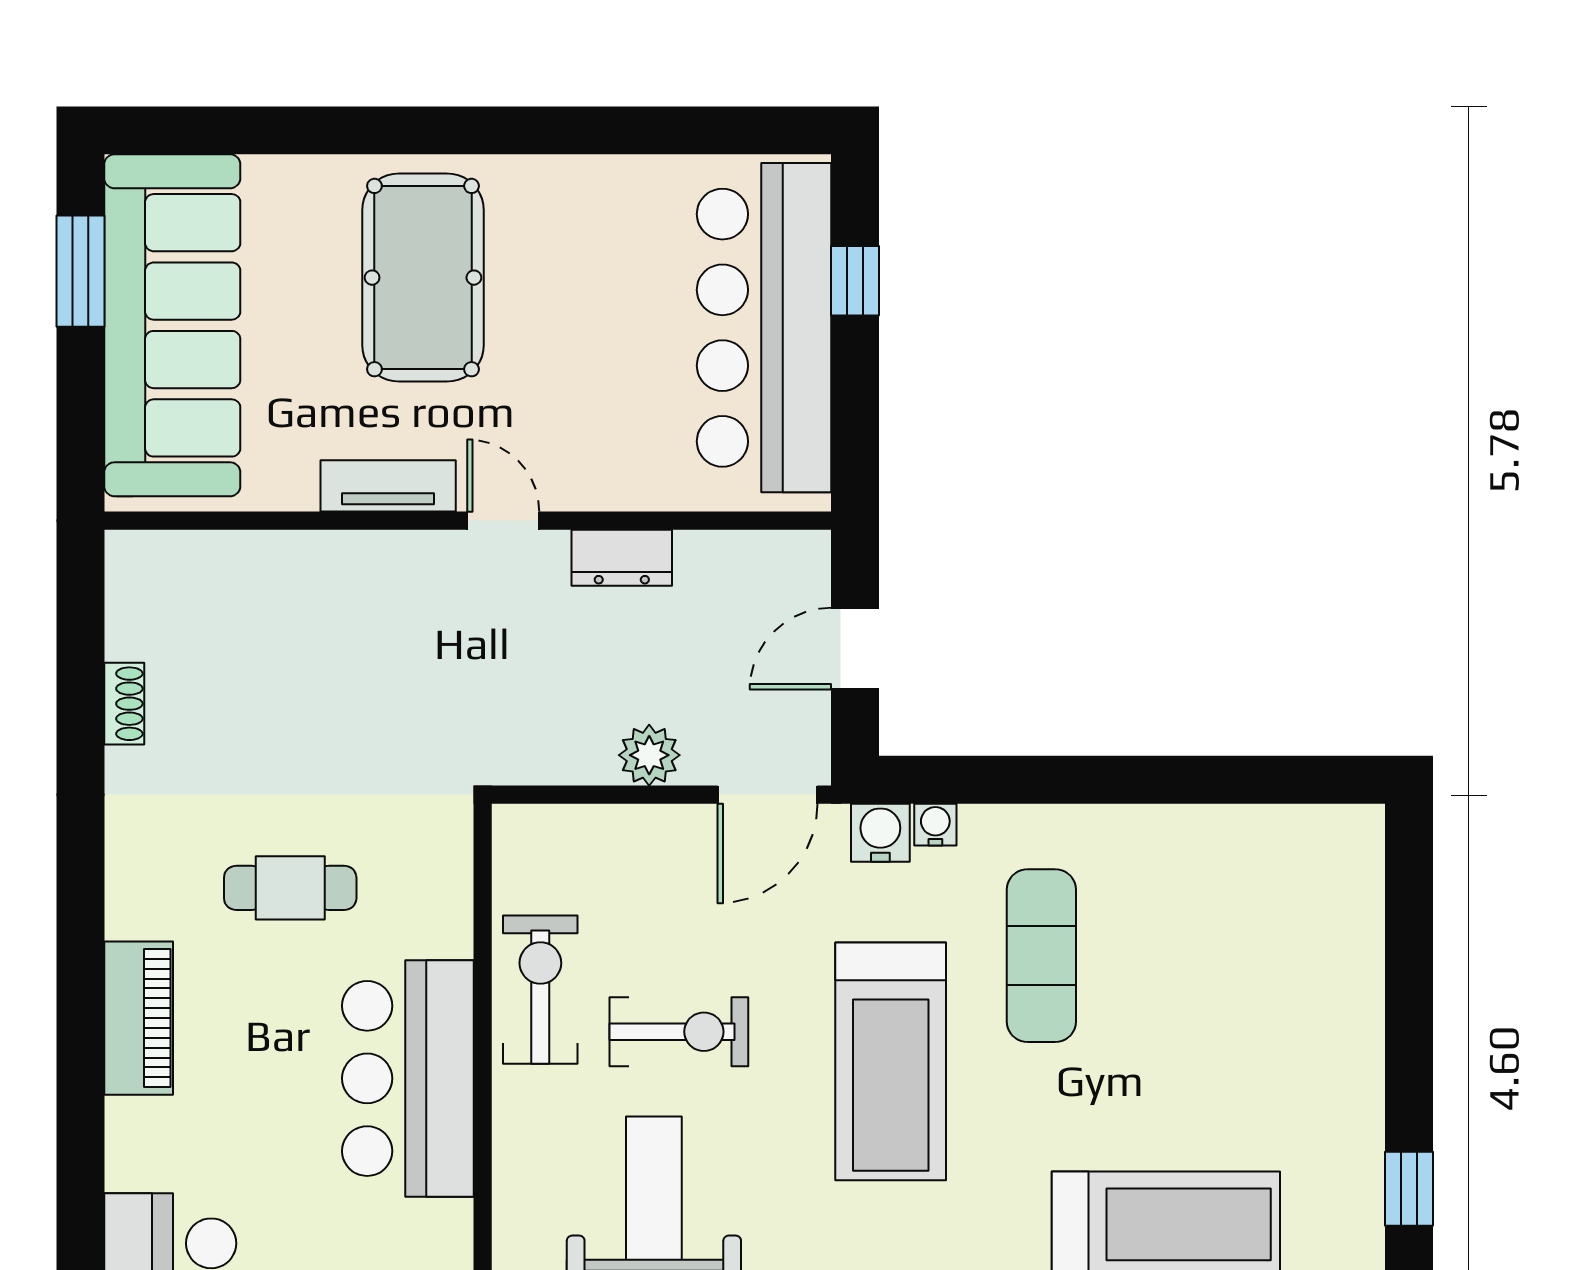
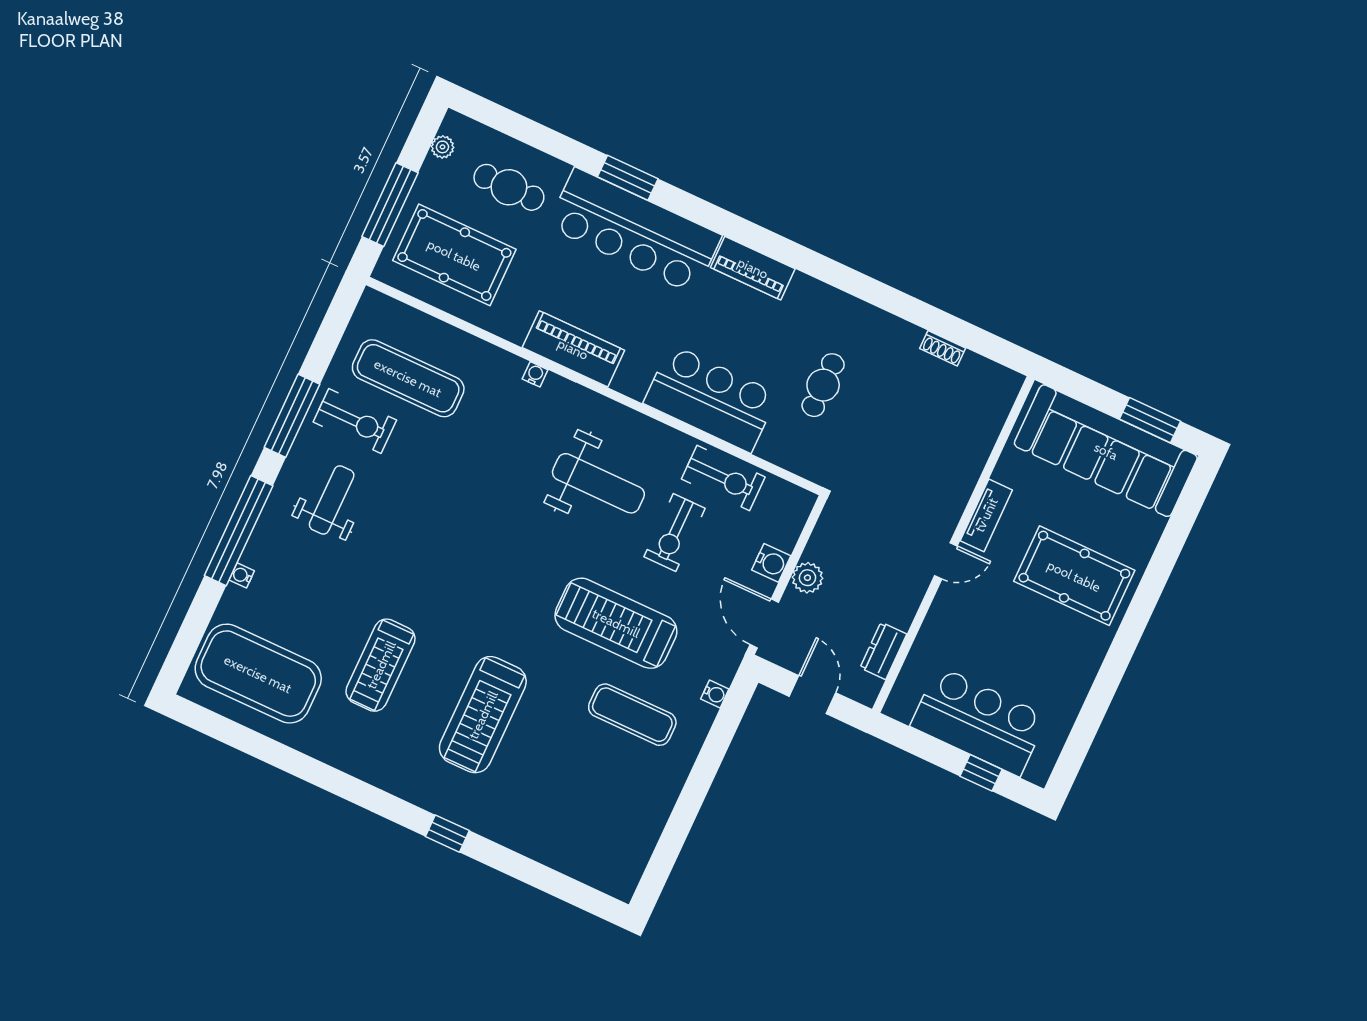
bar counter: (764, 328) -> (979, 721), width x0.73
dresser: (622, 558) -> (883, 651), moved
water cooler: (880, 833) -> (771, 563), moved
piano: (139, 1018) -> (753, 268), moved

